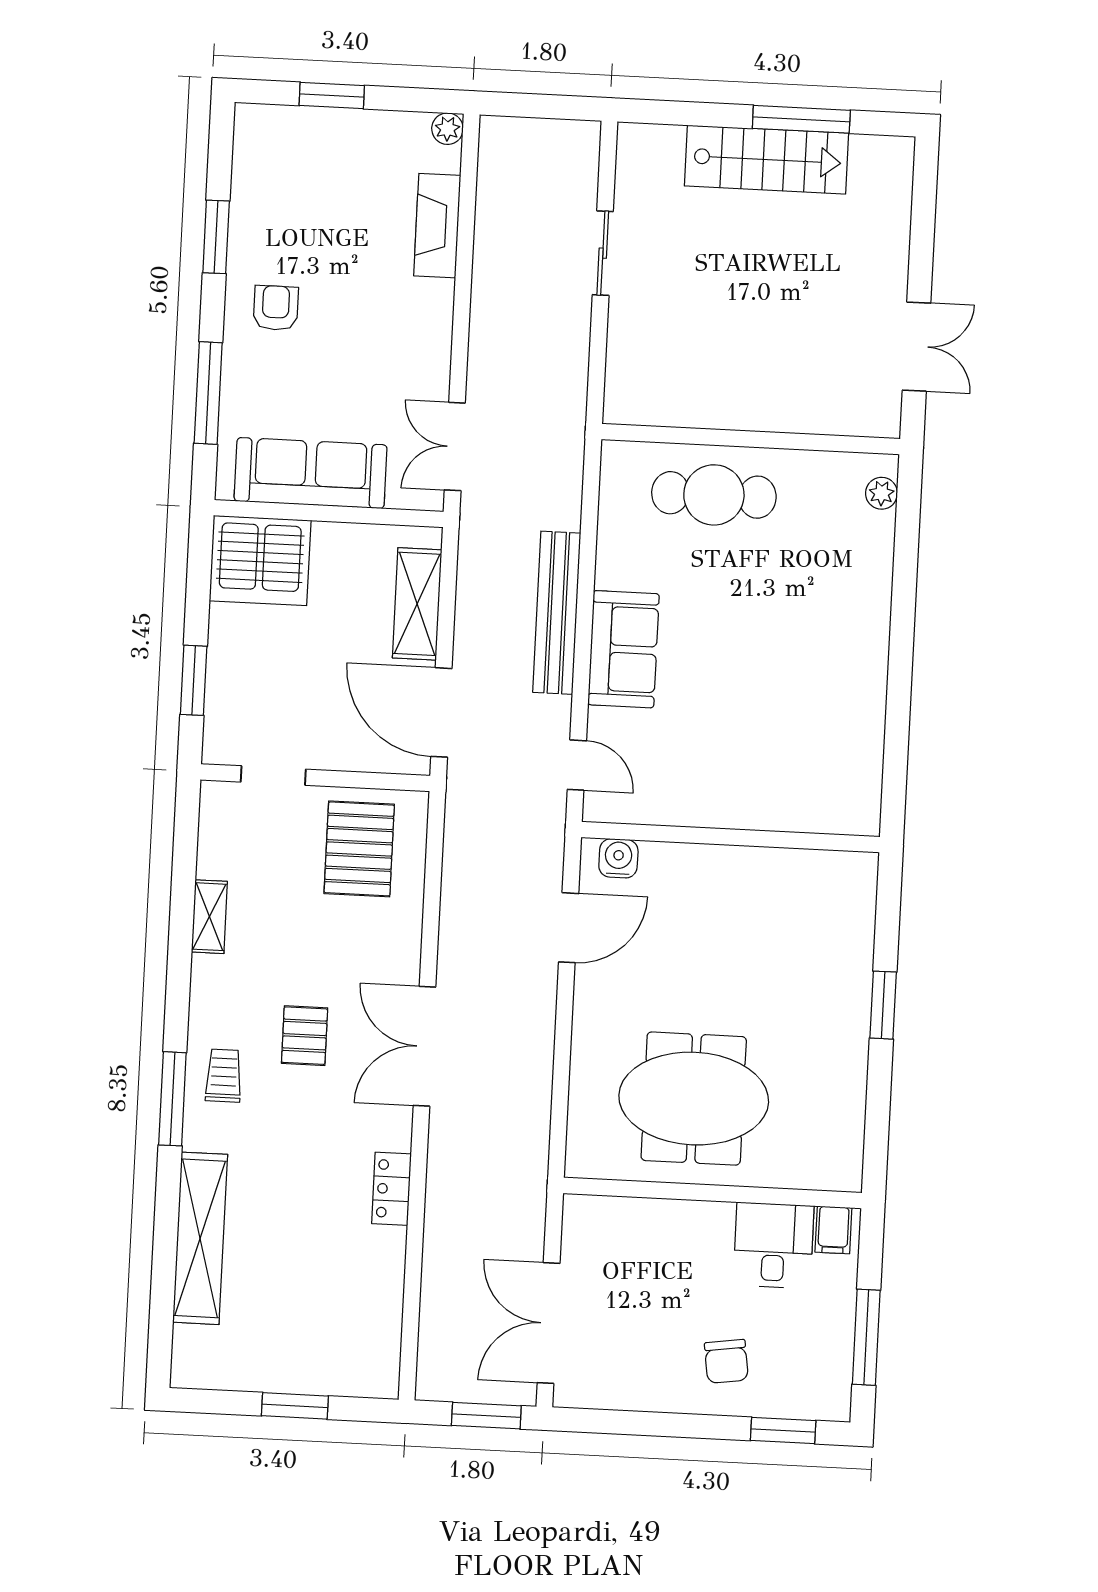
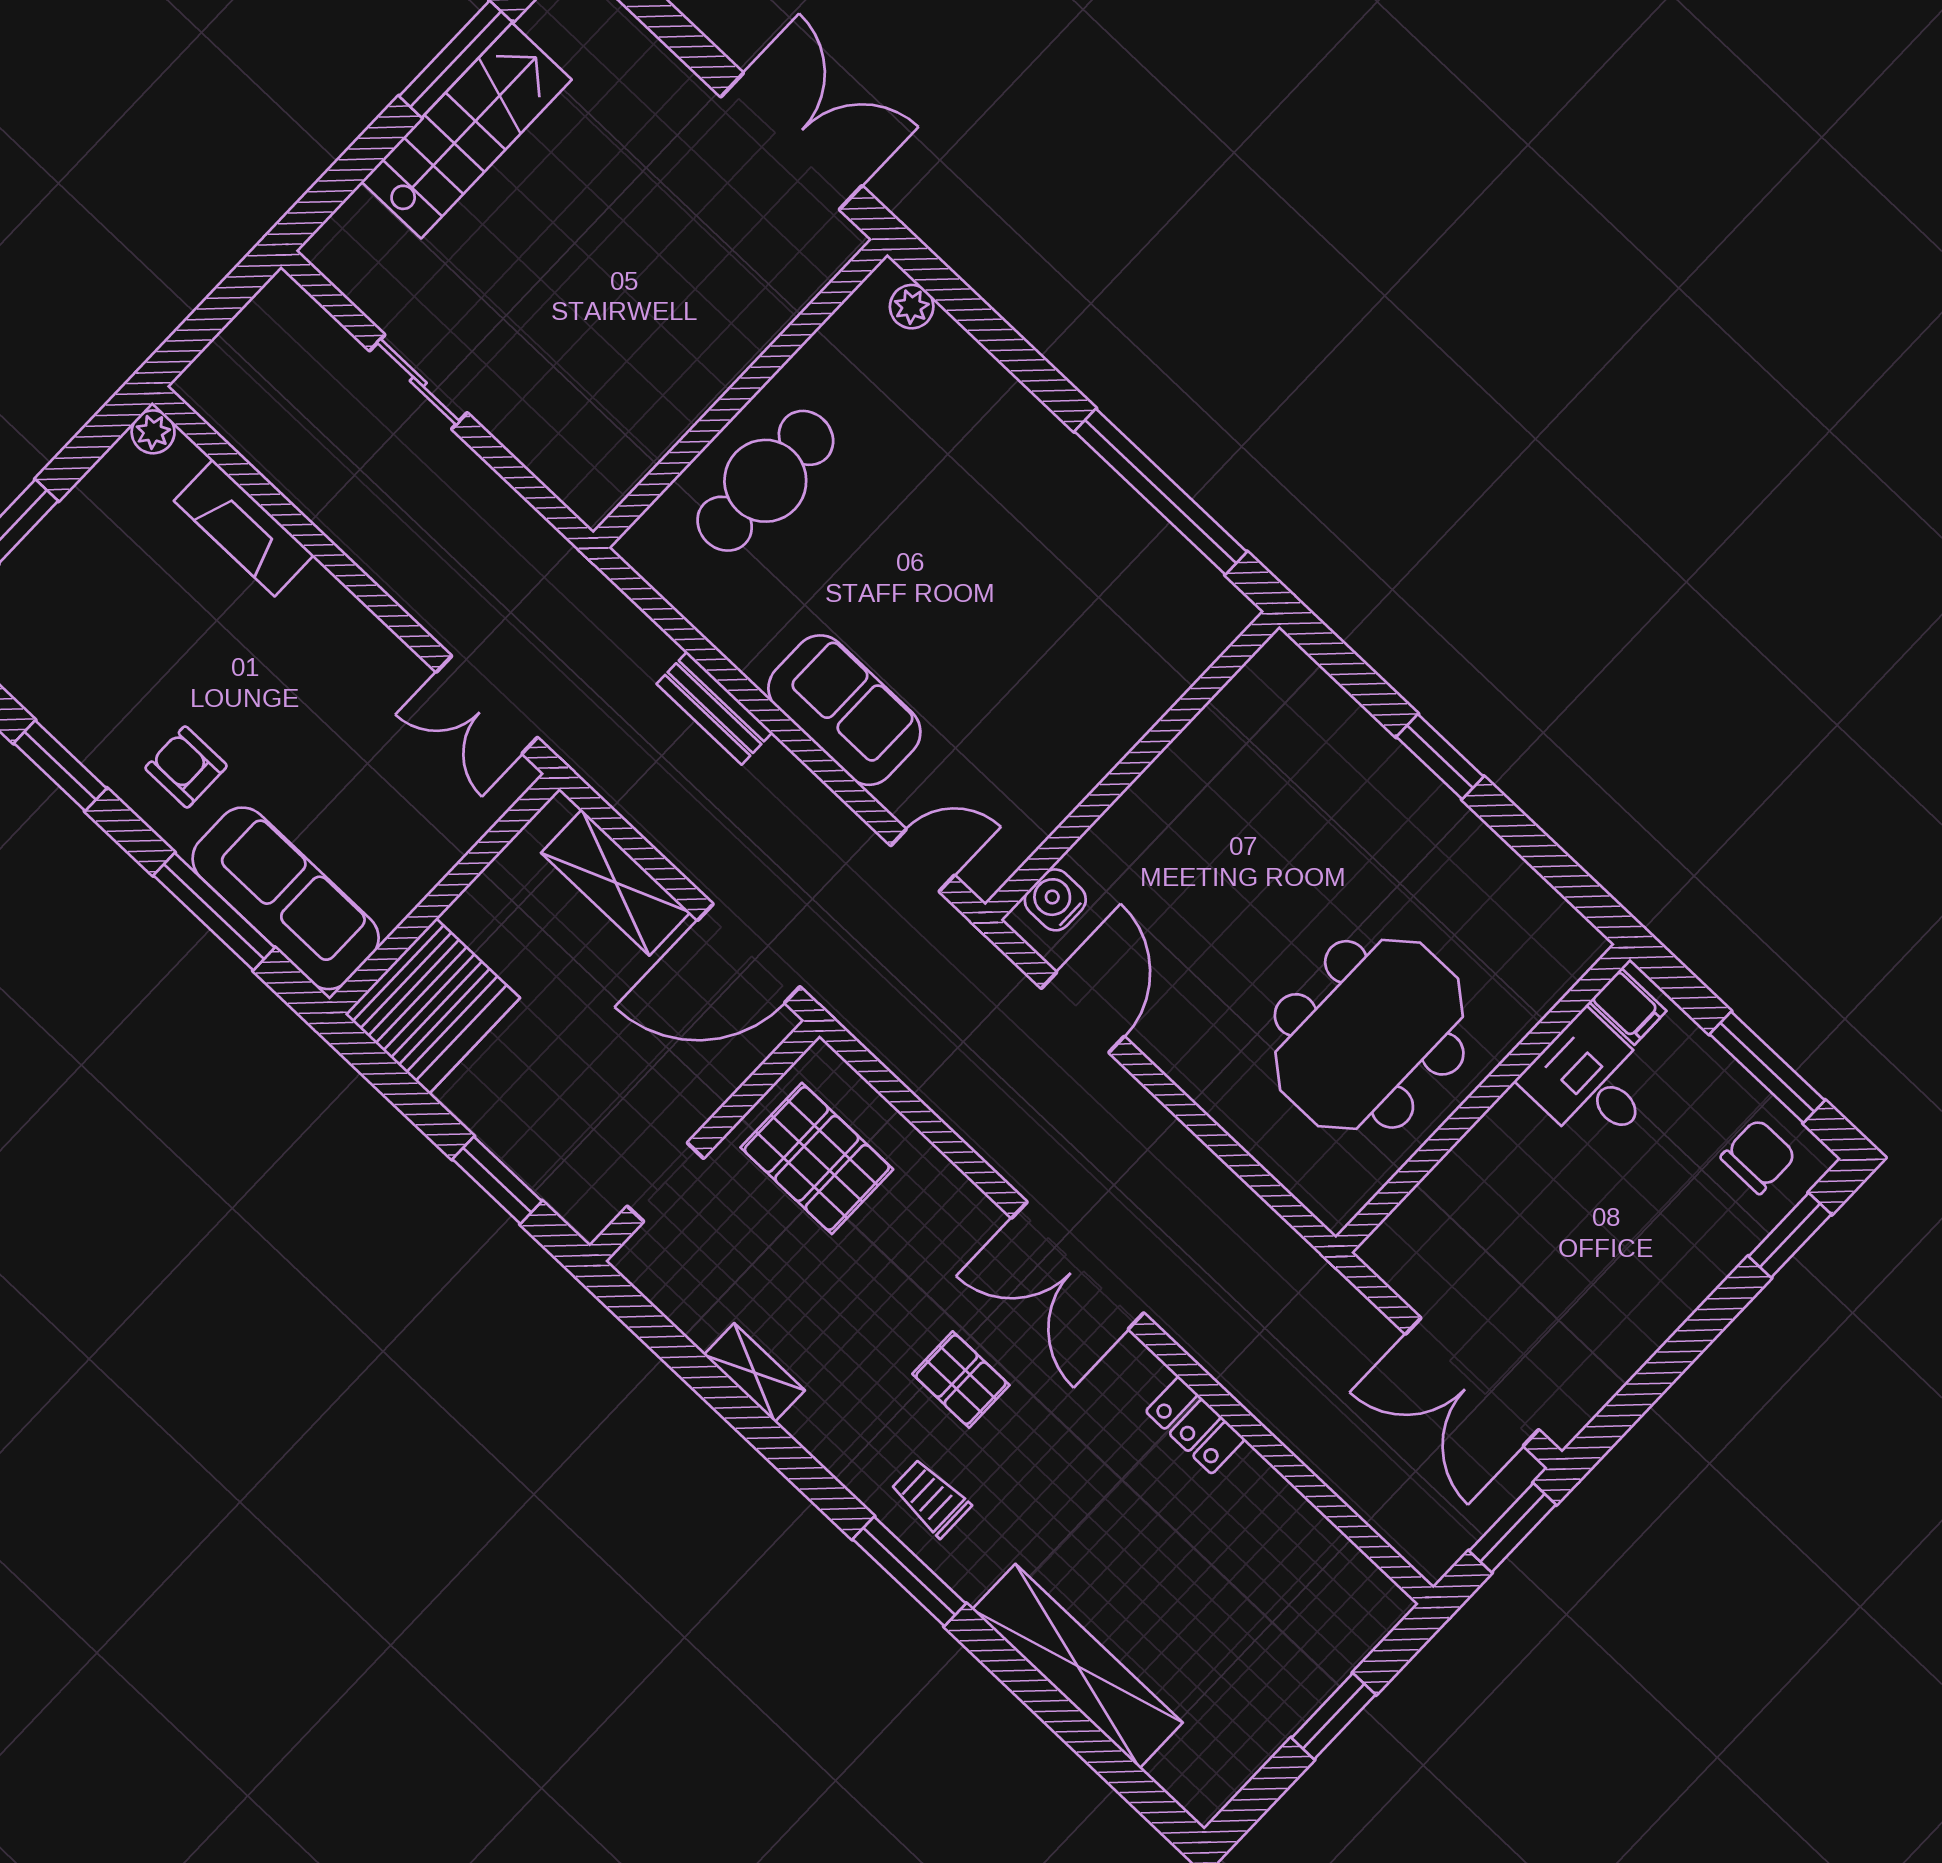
double door: (916, 347) -> (791, 141), width x1.37
sofa: (311, 473) -> (286, 898), moved, turned 90
bench: (557, 613) -> (714, 708), width x0.54, depth x0.82
window: (898, 721) -> (1161, 492), added
chair: (726, 1361) -> (1758, 1156), moved, turned -82

